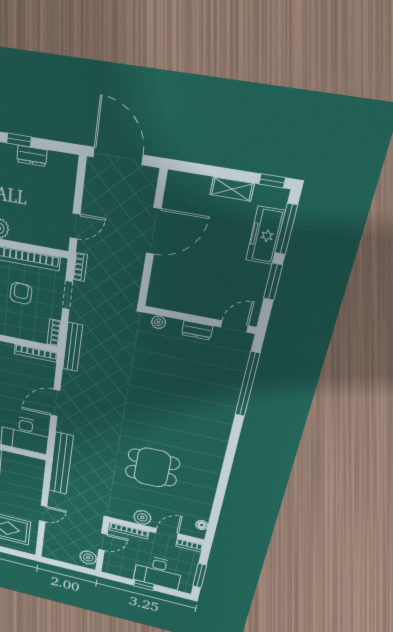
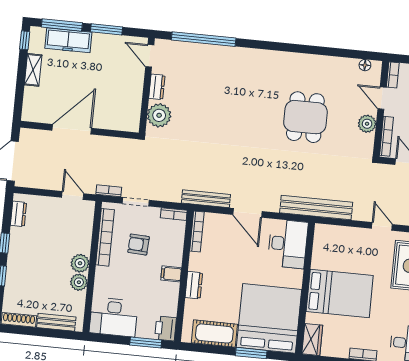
dresser: (32, 156) -> (18, 214), moved
door: (154, 231) -> (72, 129), hinge flipped
plant: (159, 322) -> (159, 115), width x1.88, depth x1.88
bench: (73, 347) -> (206, 199), moved

